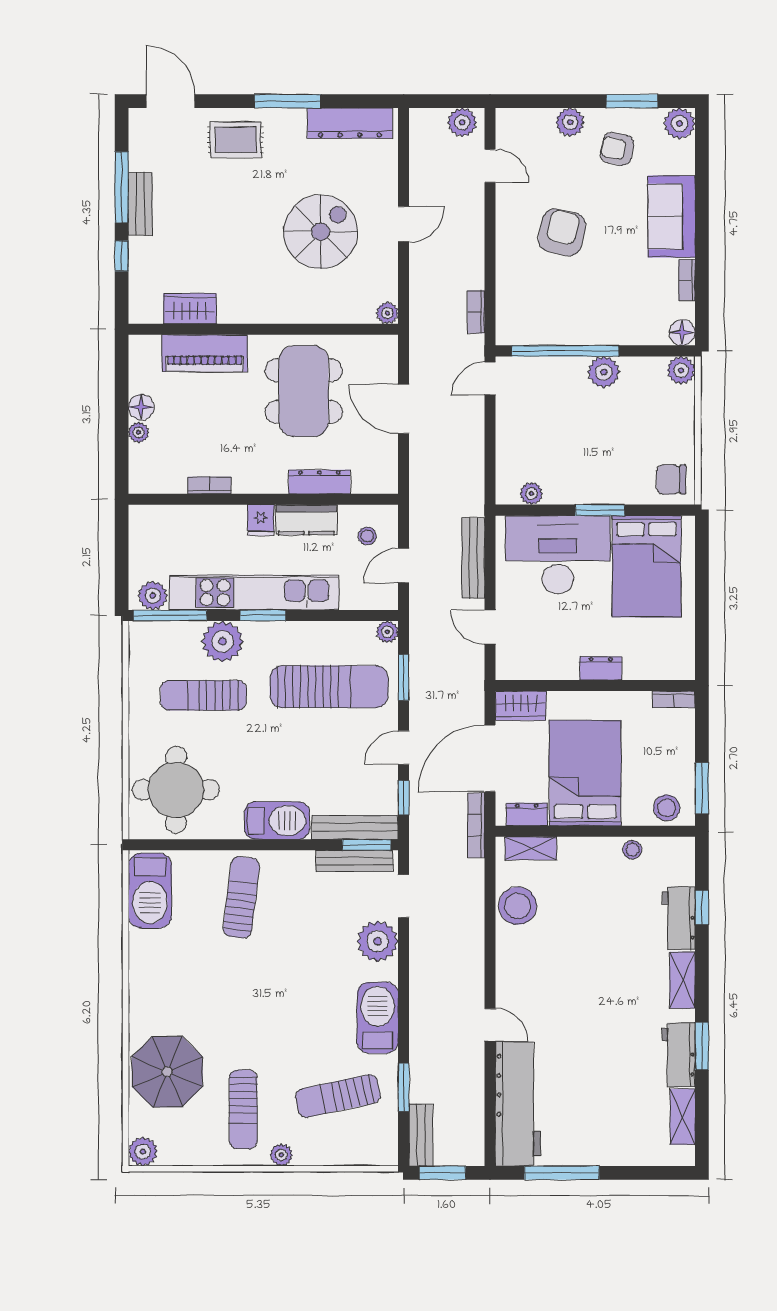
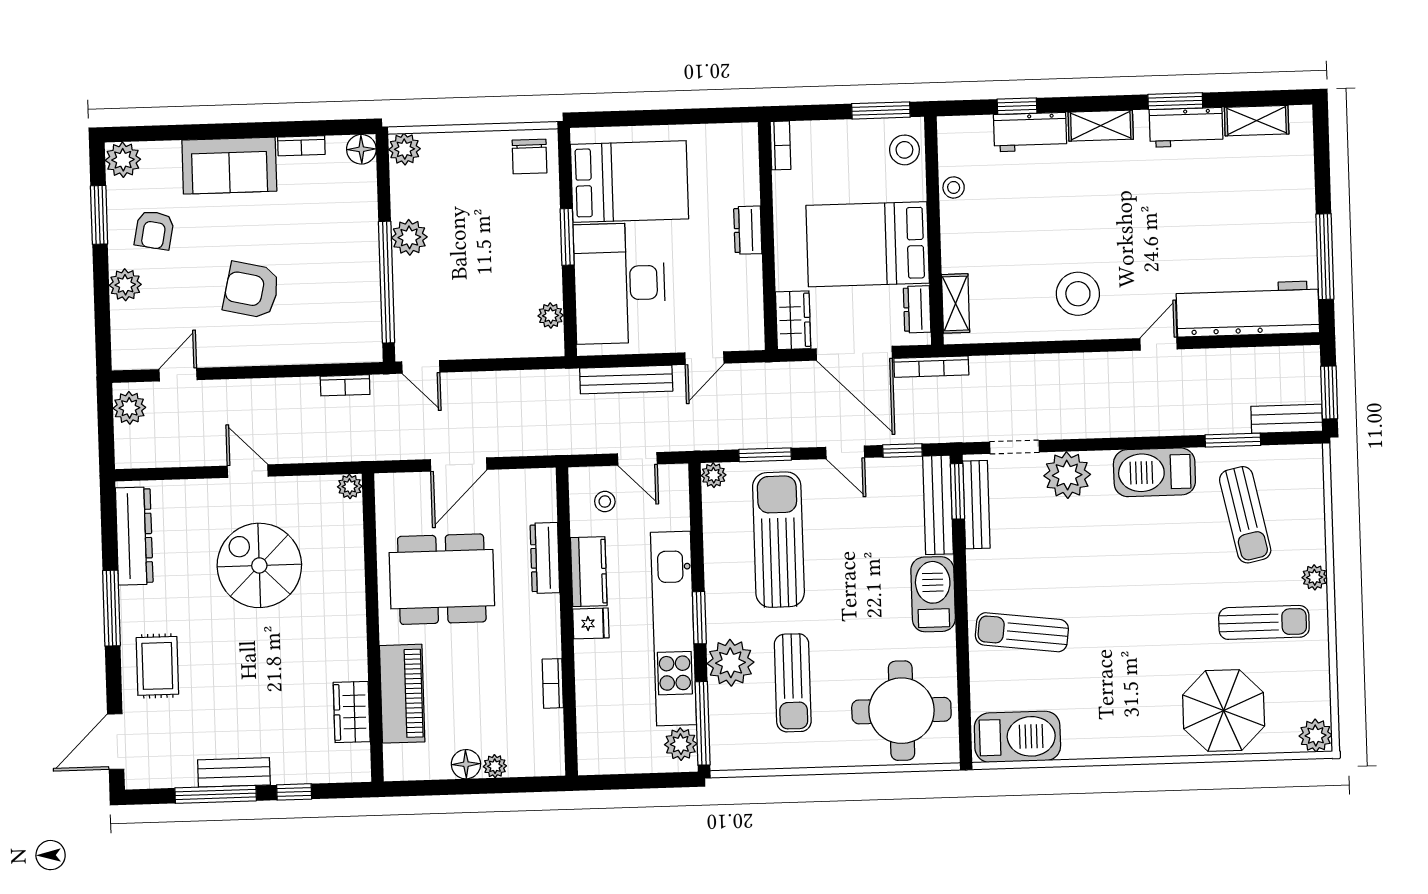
stool: (518, 906) -> (1078, 294), moved

